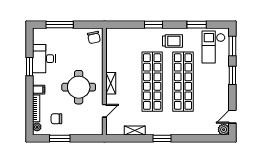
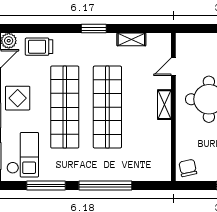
window: (154, 25) -> (105, 186), width x2.11
window: (197, 25) -> (46, 186), width x1.44
trolley: (172, 41) -> (39, 47), moved
display table: (217, 88) -> (18, 98), added

